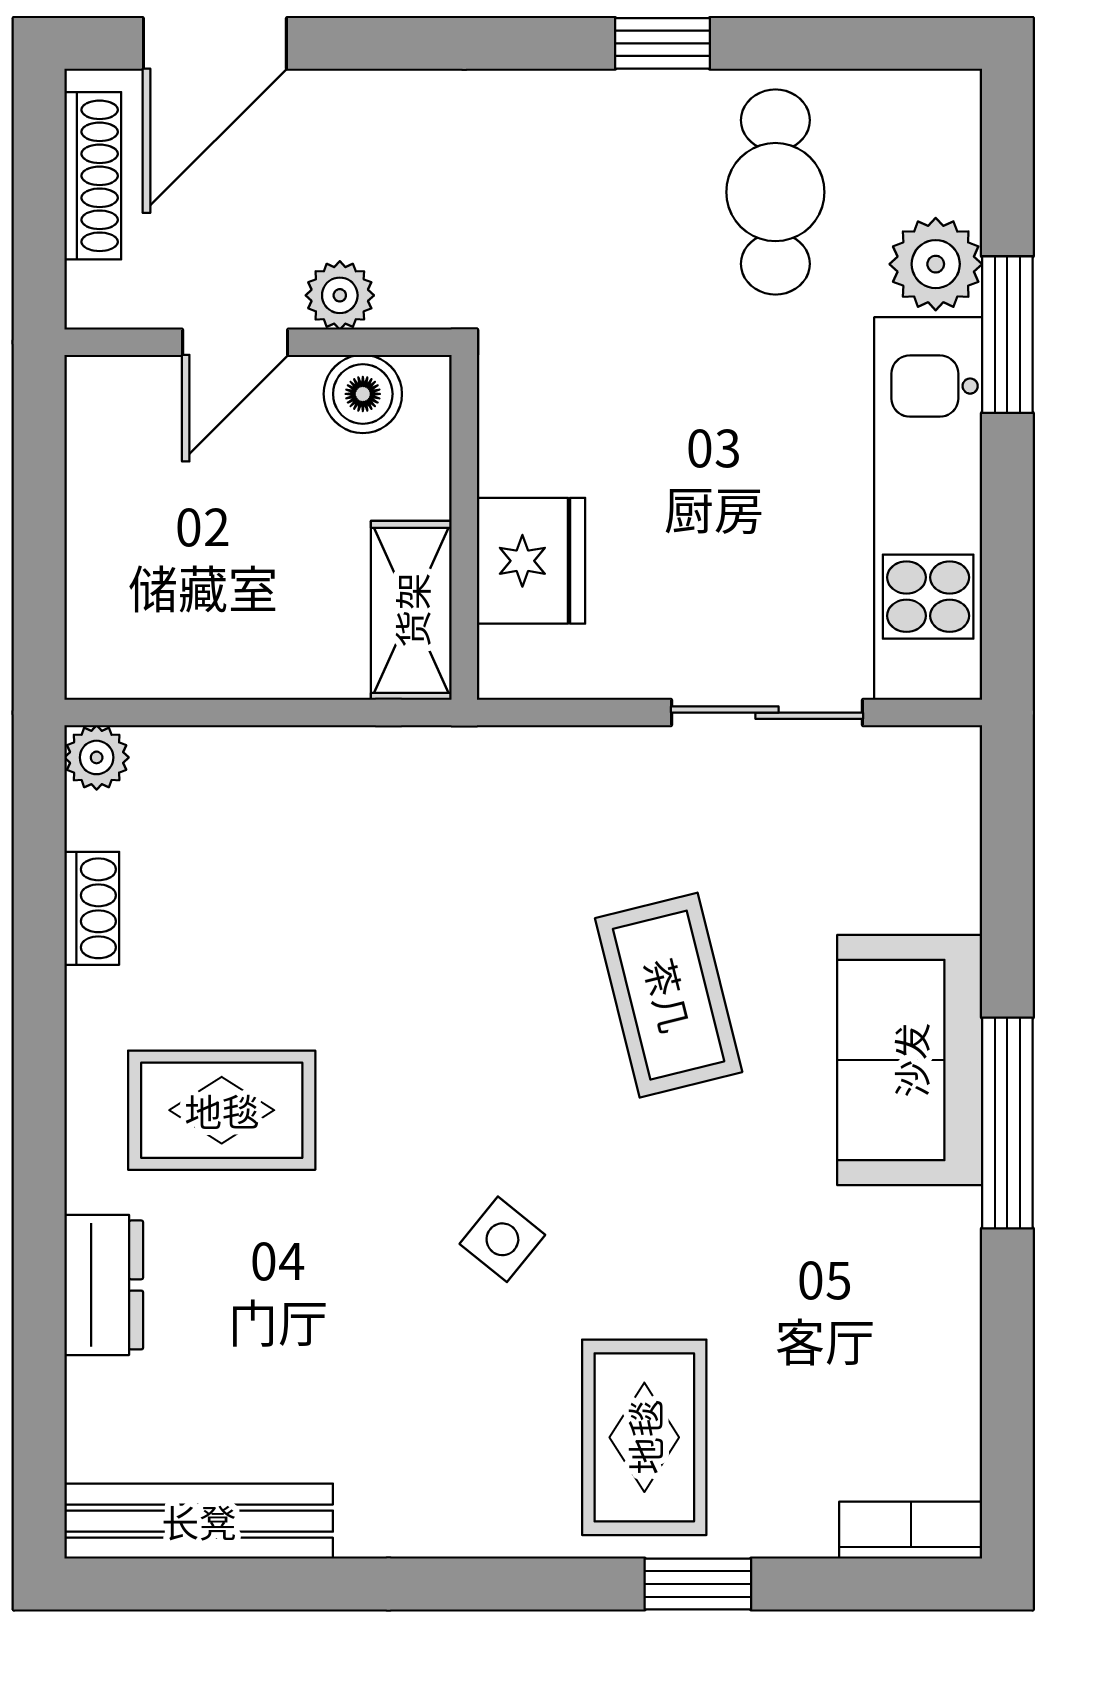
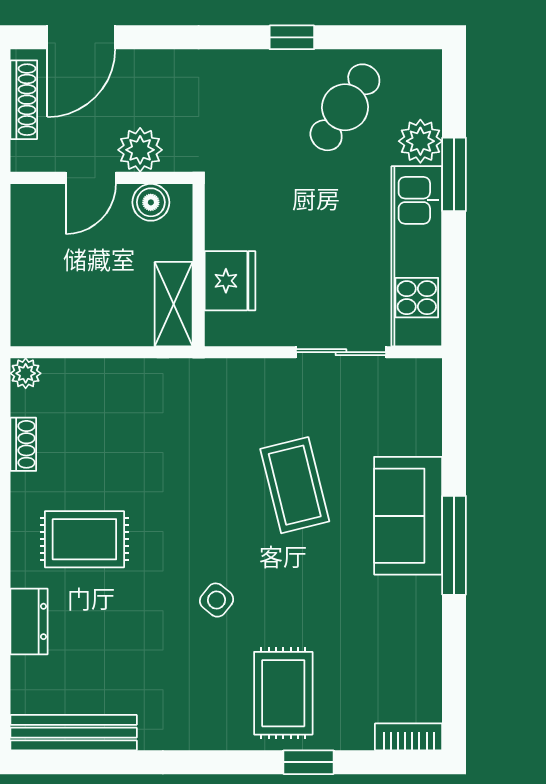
cafe table: (775, 192) -> (345, 107), turned 34
plant: (340, 295) -> (140, 150), width x1.38, depth x1.38

